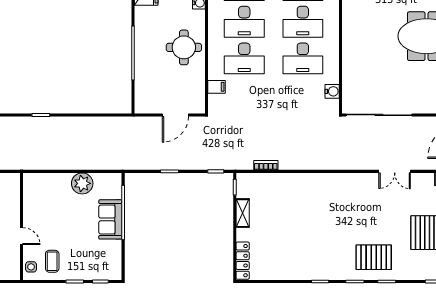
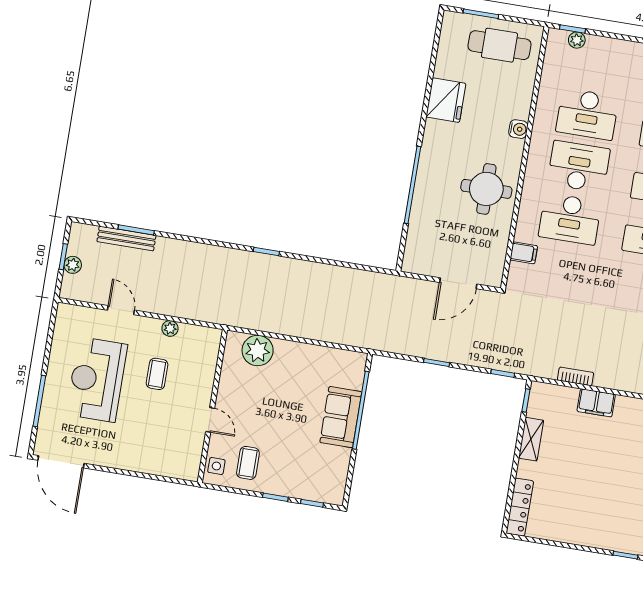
desk: (244, 22) -> (579, 167), turned 180
filing cabinet: (283, 181) -> (596, 403), added
plant: (82, 183) -> (258, 351), moved

